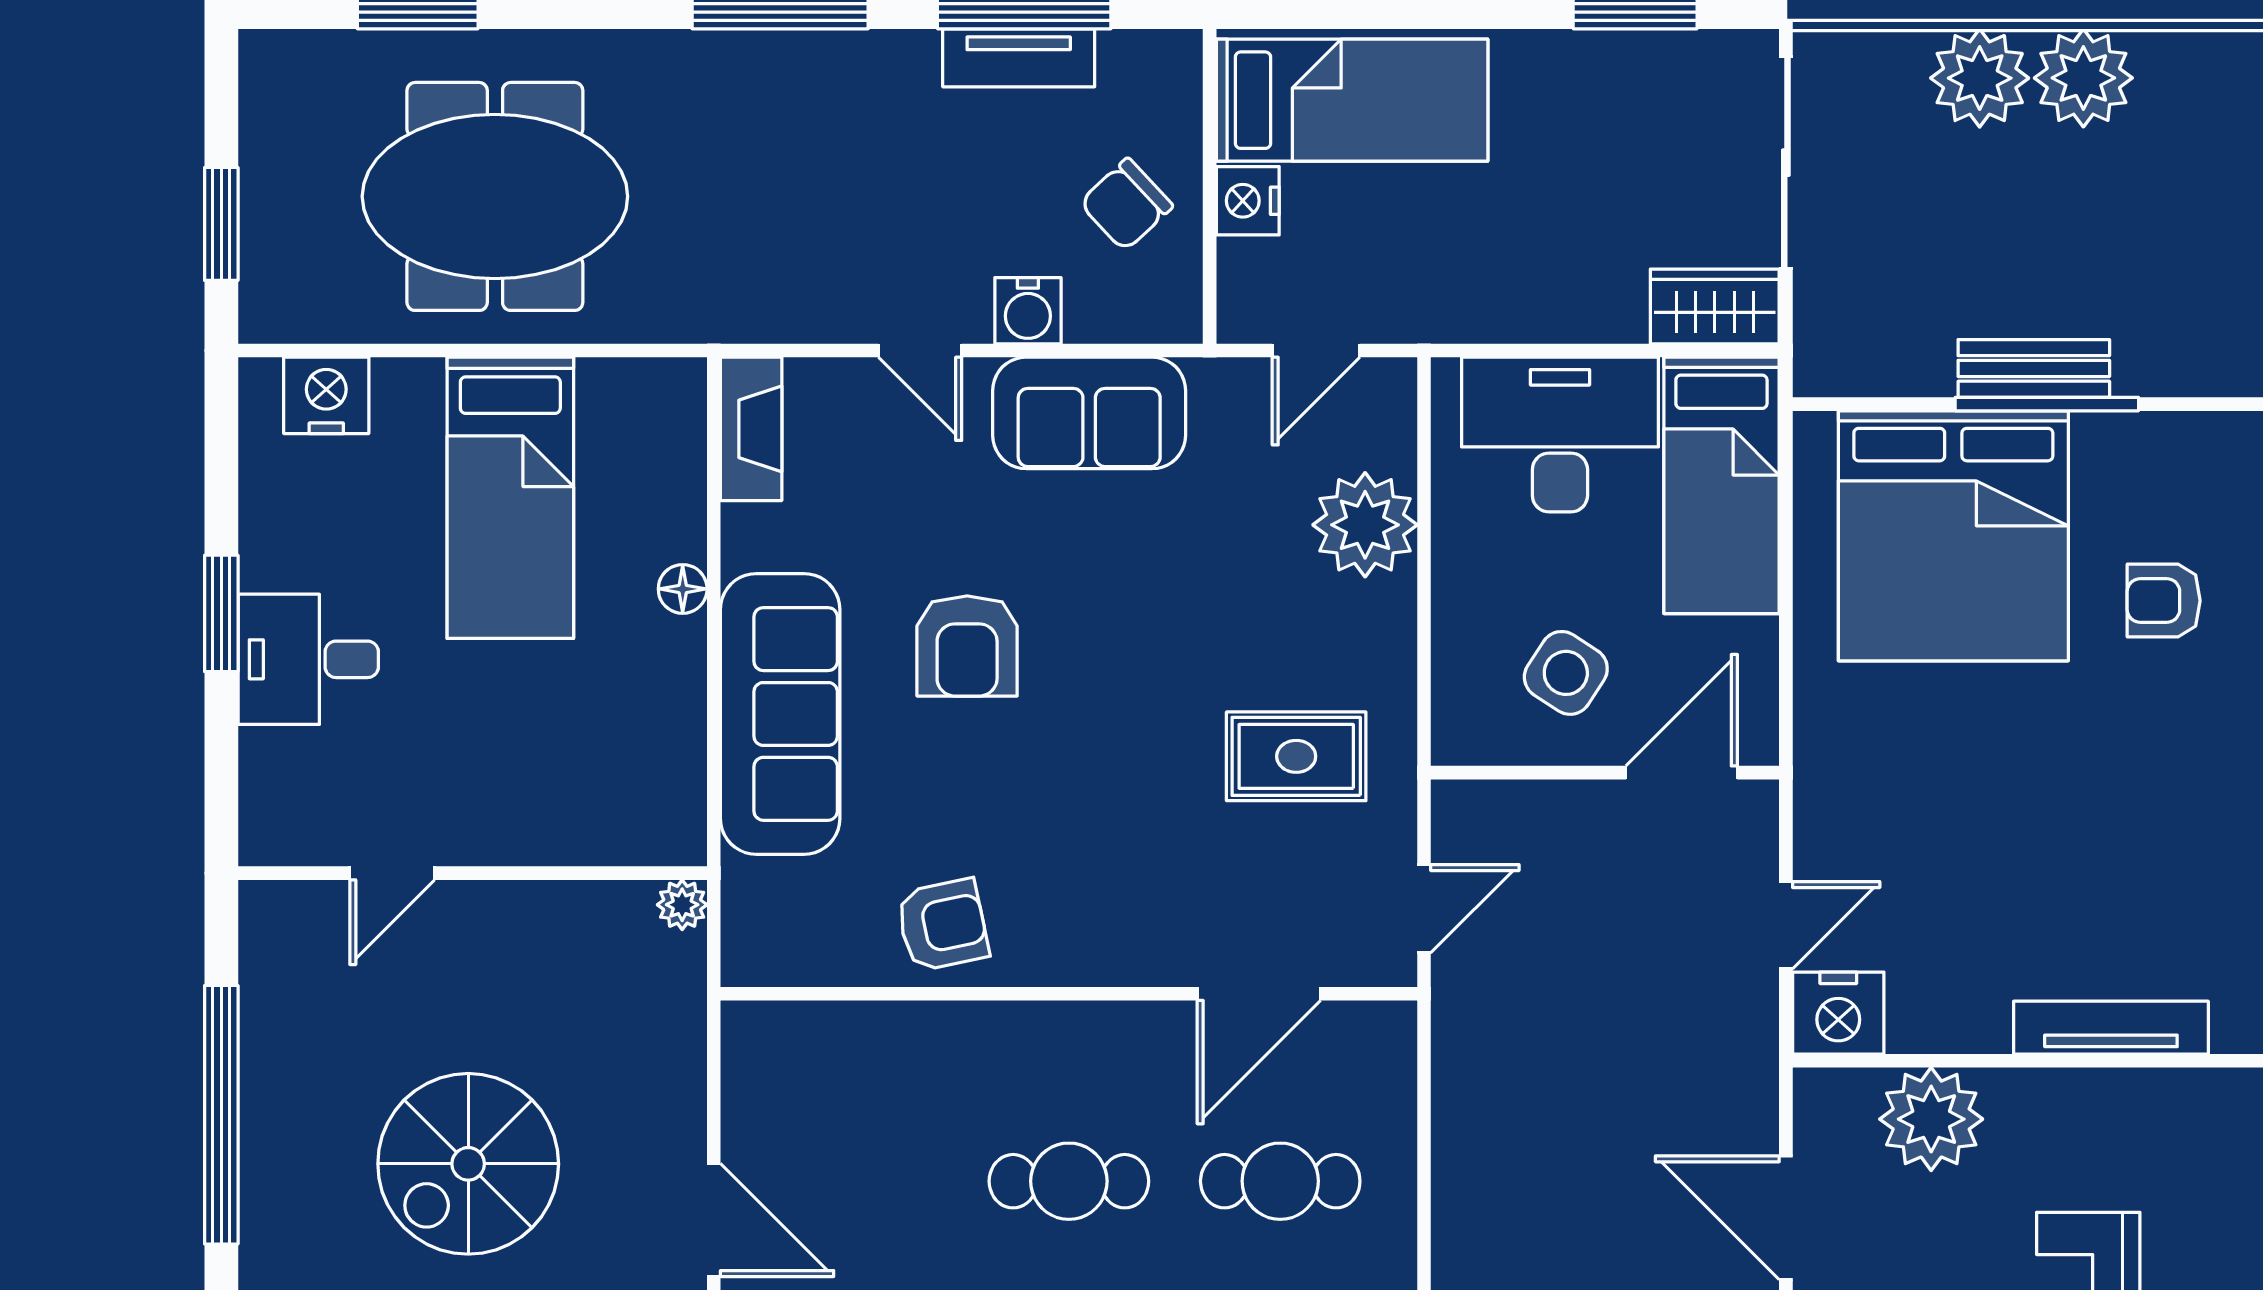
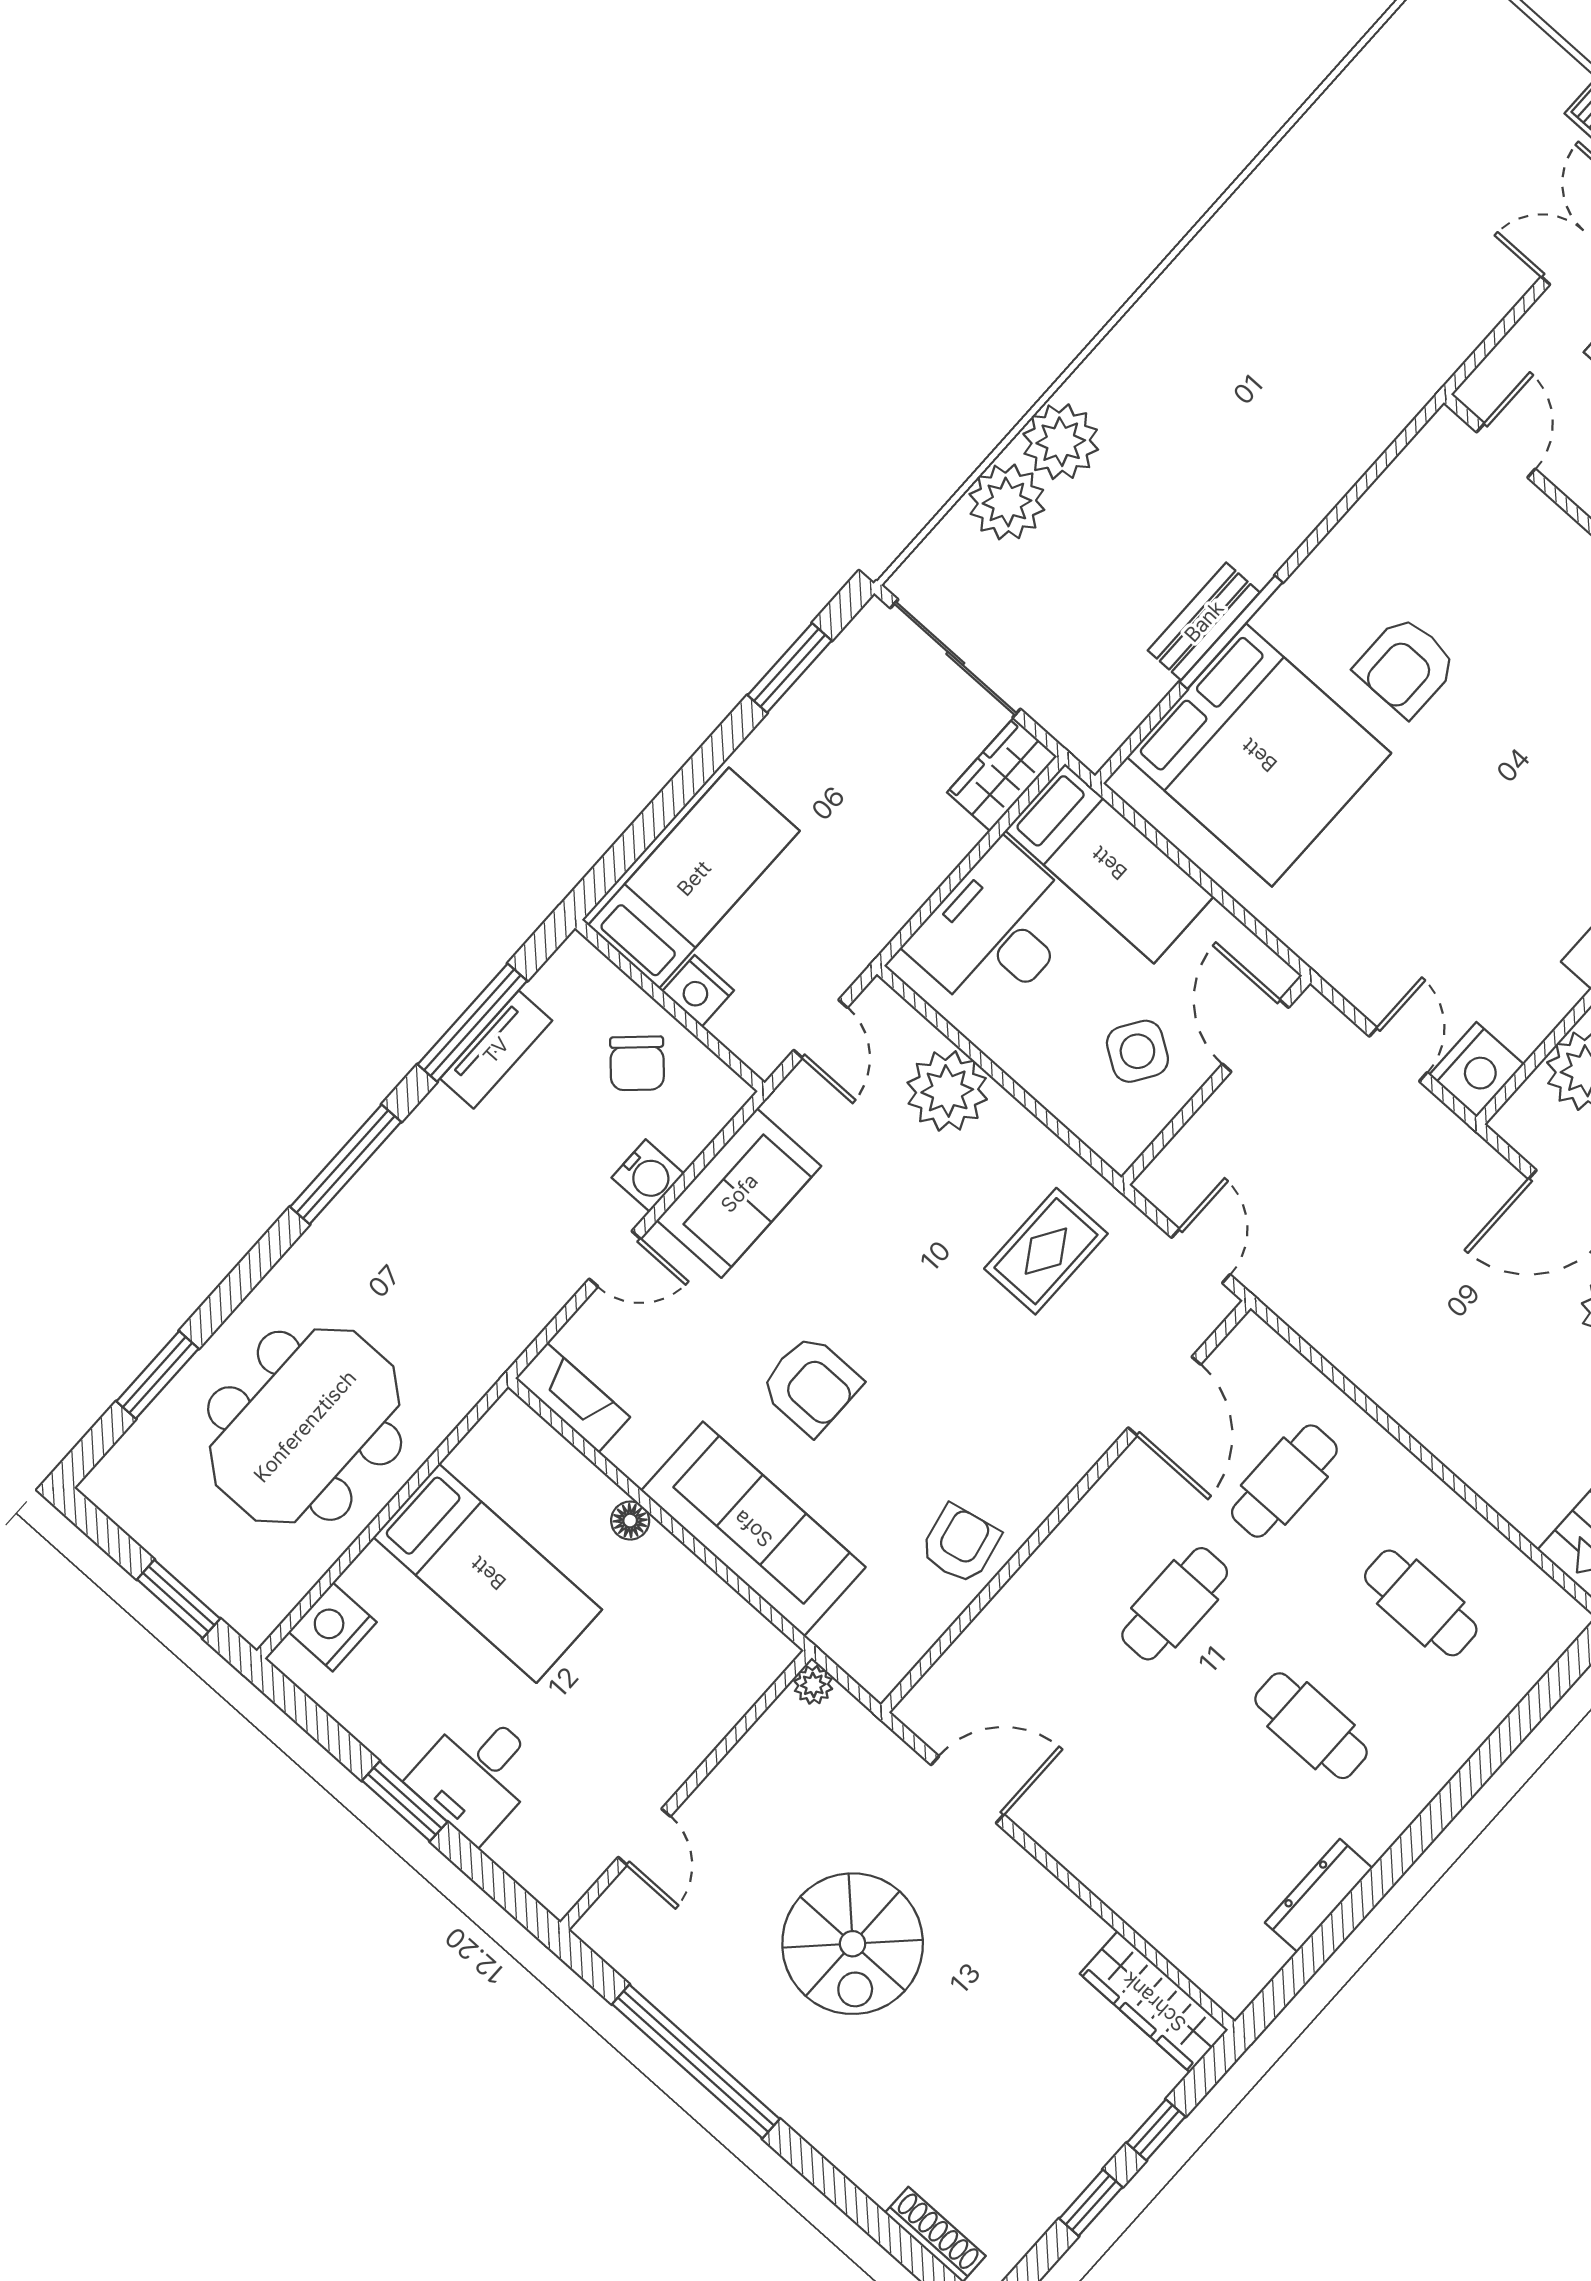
armchair: (2164, 601) -> (1406, 666), width x1.38, depth x1.38
door: (714, 1220) -> (967, 1790), moved

